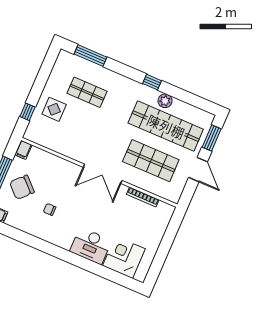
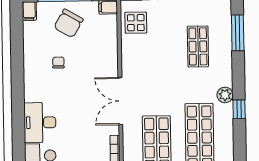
plant: (165, 101) -> (225, 95), moved
display table: (54, 109) -> (136, 23), moved
chair: (22, 187) -> (68, 23), turned -104

